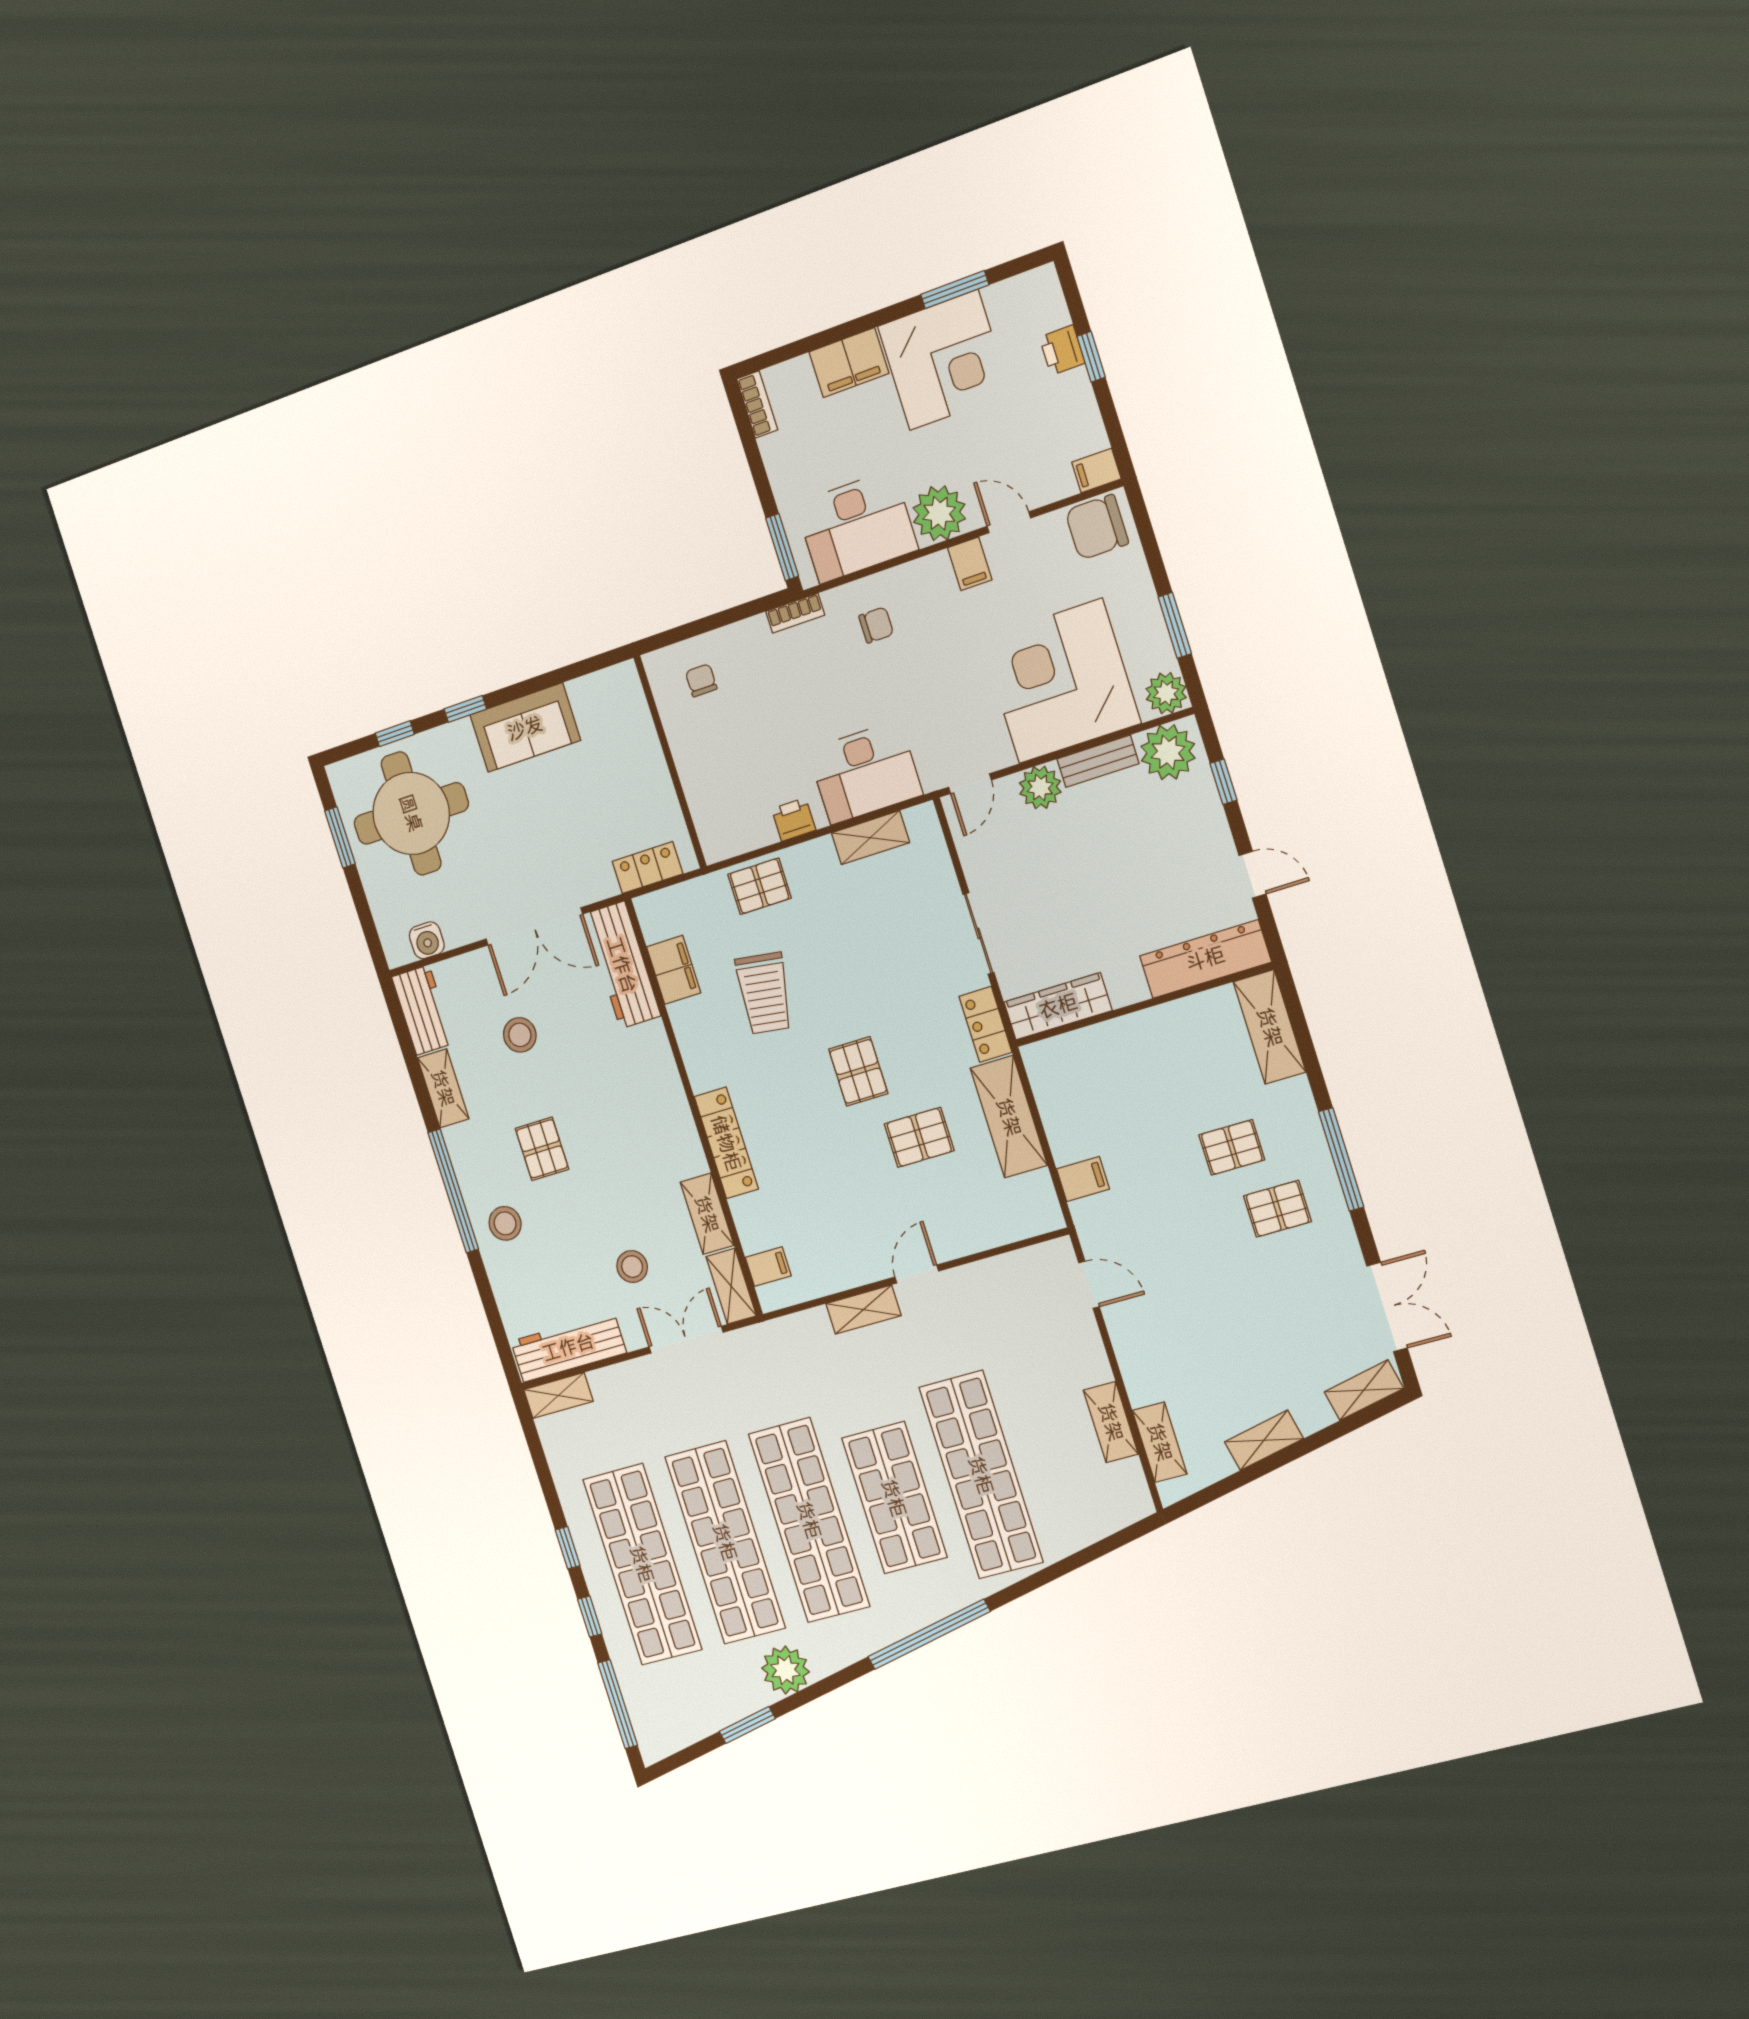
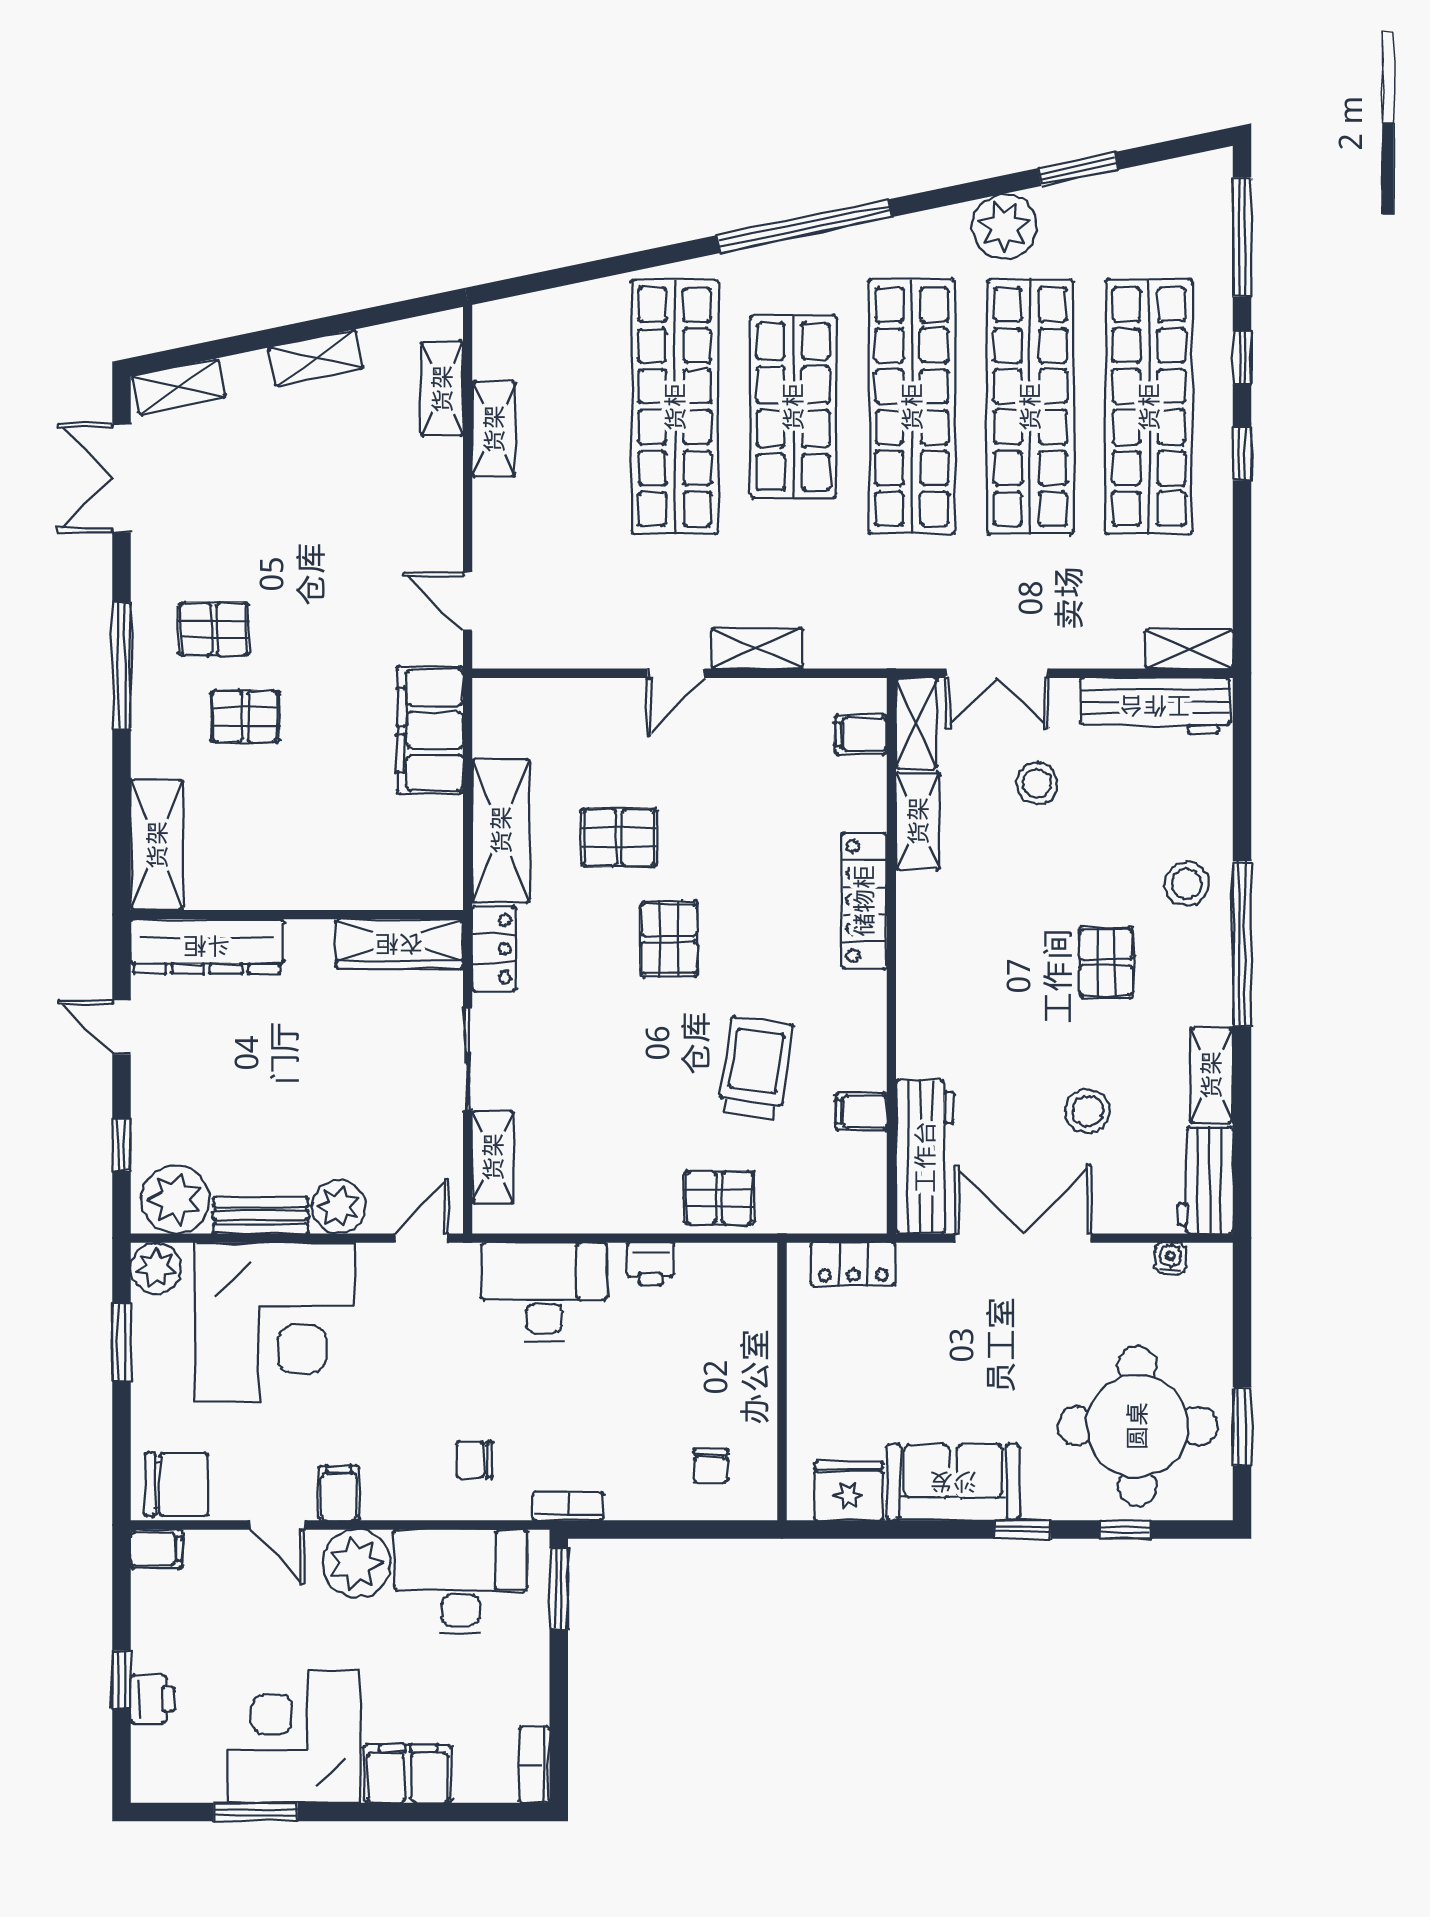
fridge: (597, 695) -> (849, 1491), added
shelving: (870, 838) -> (493, 1157), moved, turned 90
water cooler: (427, 940) -> (1170, 1258), width x0.72, depth x0.72
filing cabinet: (674, 970) -> (861, 1112), width x0.50
filing cabinet: (1083, 1179) -> (430, 730), width x3.00, depth x1.17

